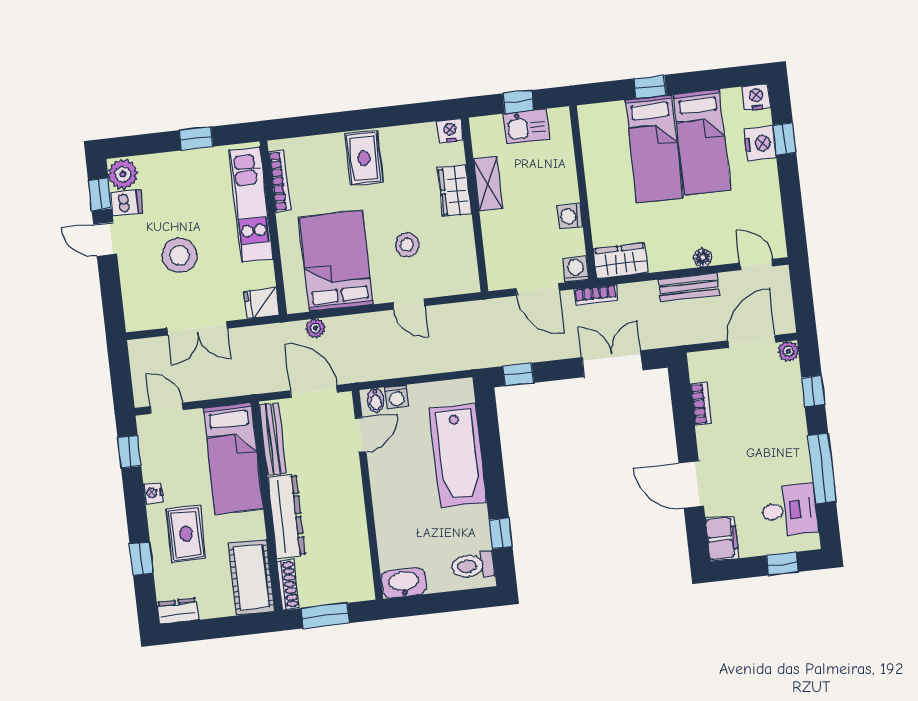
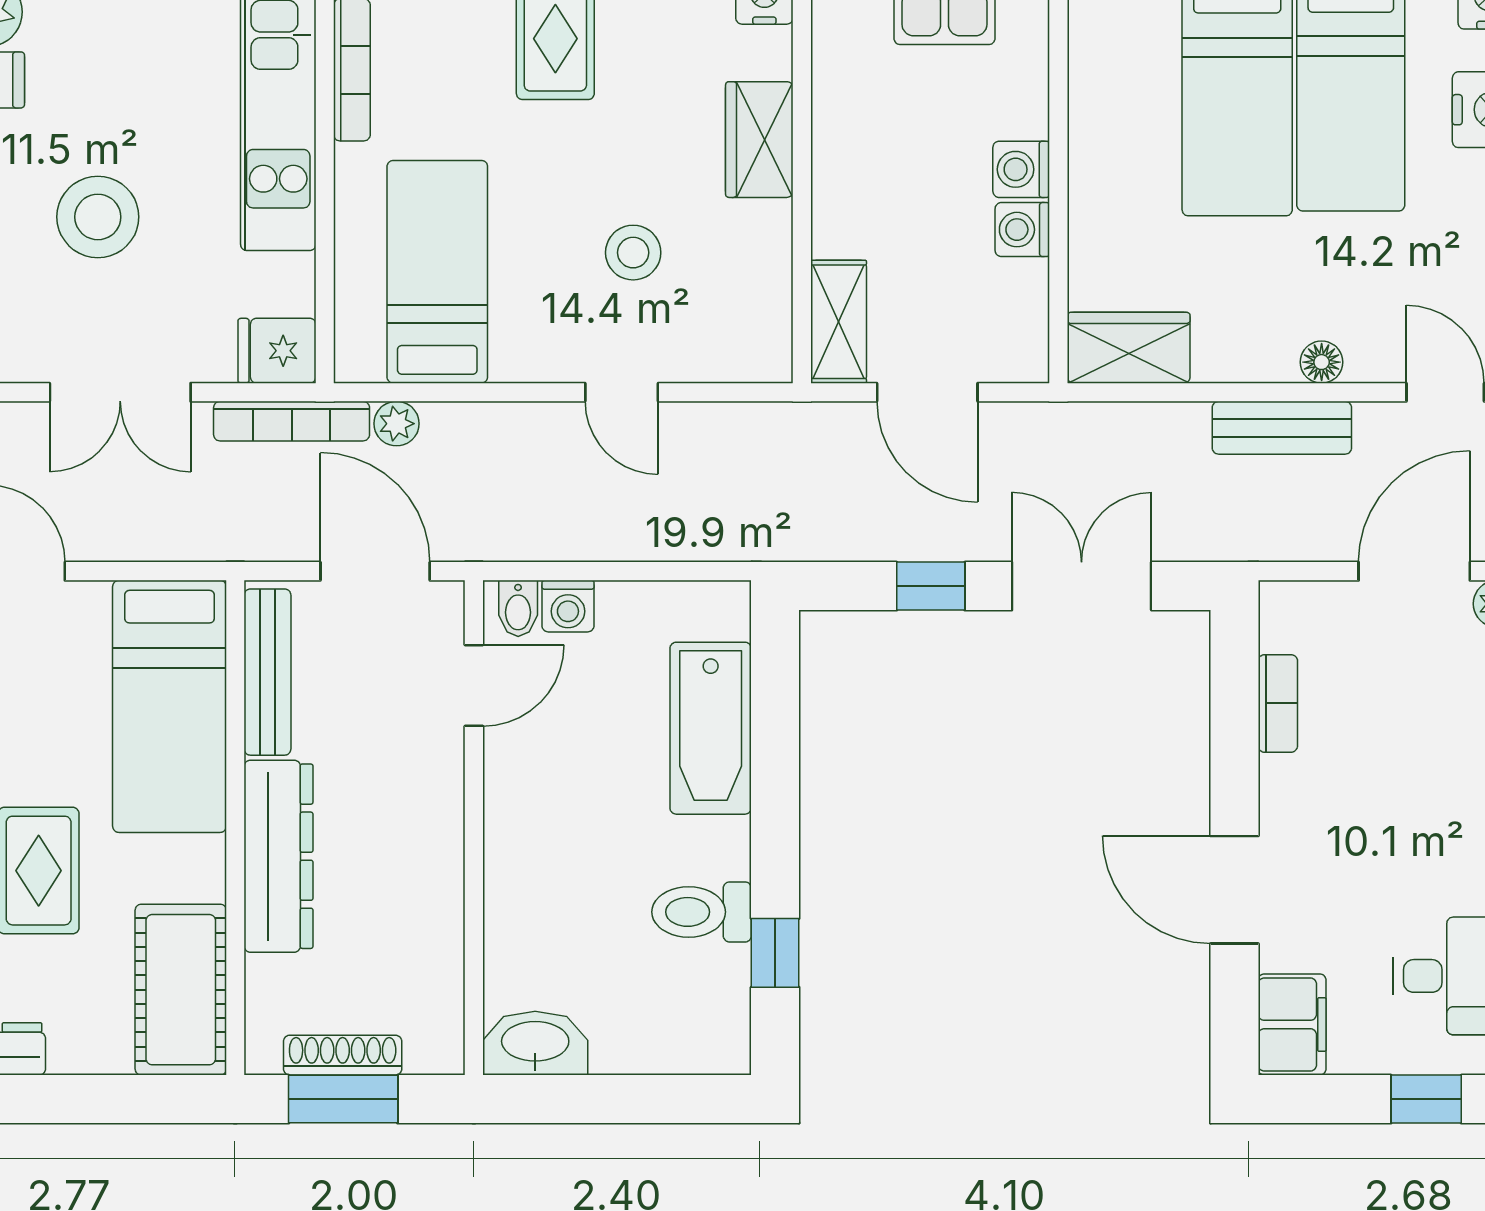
shelving: (488, 184) -> (839, 322), moved
bed: (336, 261) -> (437, 272), width x0.67
washing machine: (576, 269) -> (1021, 169), moved, turned -90
bookcase: (596, 295) -> (292, 421), moved, width x1.56
window: (518, 374) -> (931, 586), moved
bathtub: (458, 455) -> (711, 728), width x0.73, depth x0.73
toilet: (473, 566) -> (702, 912), moved
shoe rack: (288, 584) -> (343, 1055), moved, turned -90

